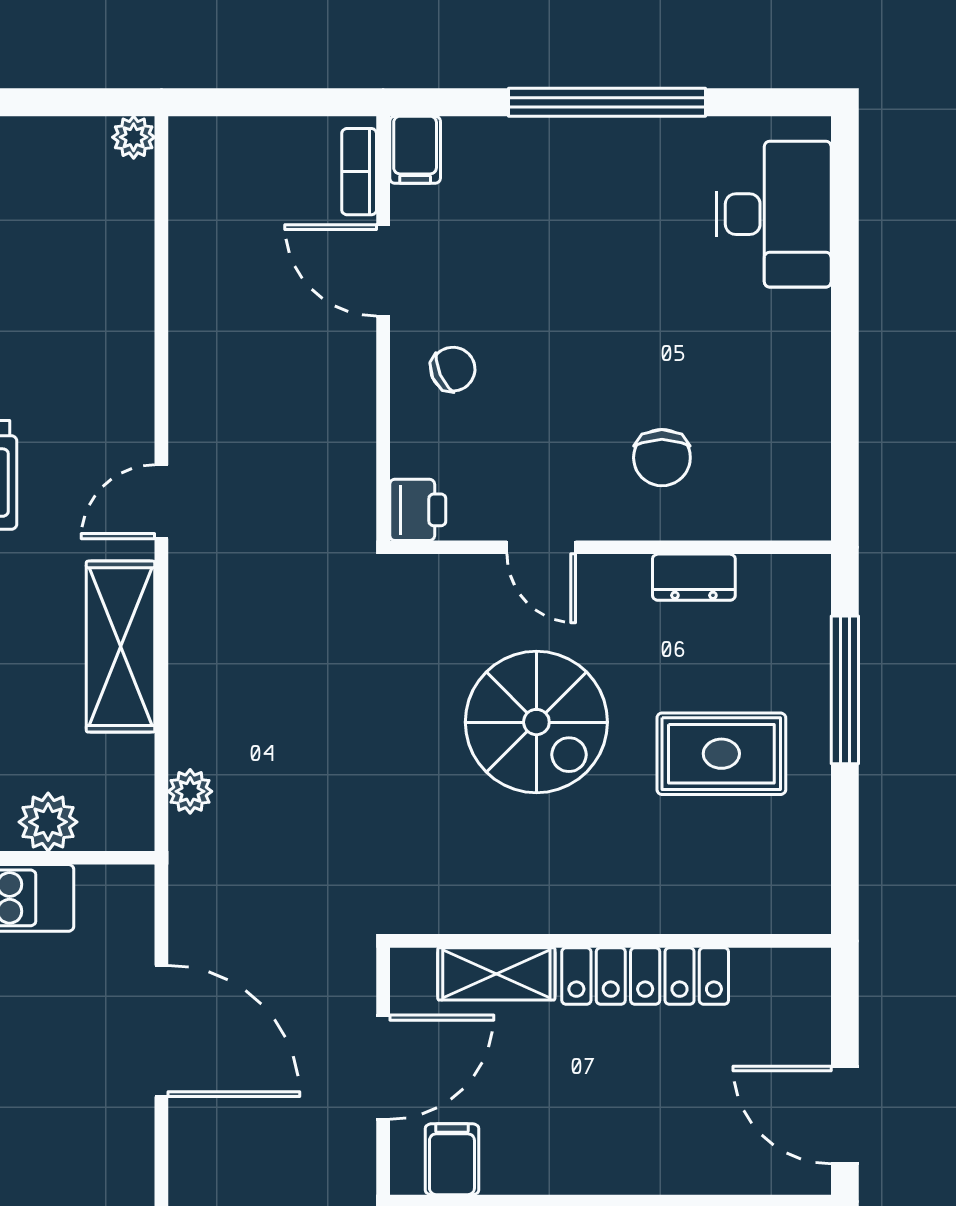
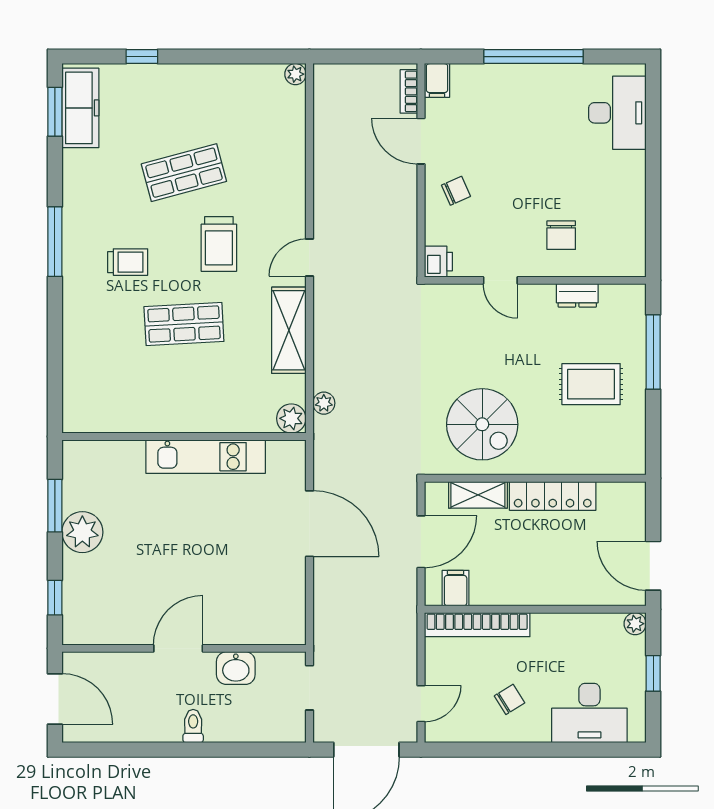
spiral stairs: (536, 722) -> (482, 424), moved
plant: (48, 822) -> (291, 418), moved

